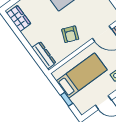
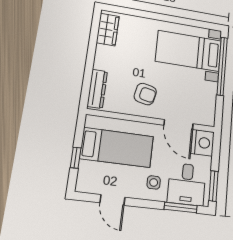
armchair: (70, 34) -> (145, 94), turned -100

